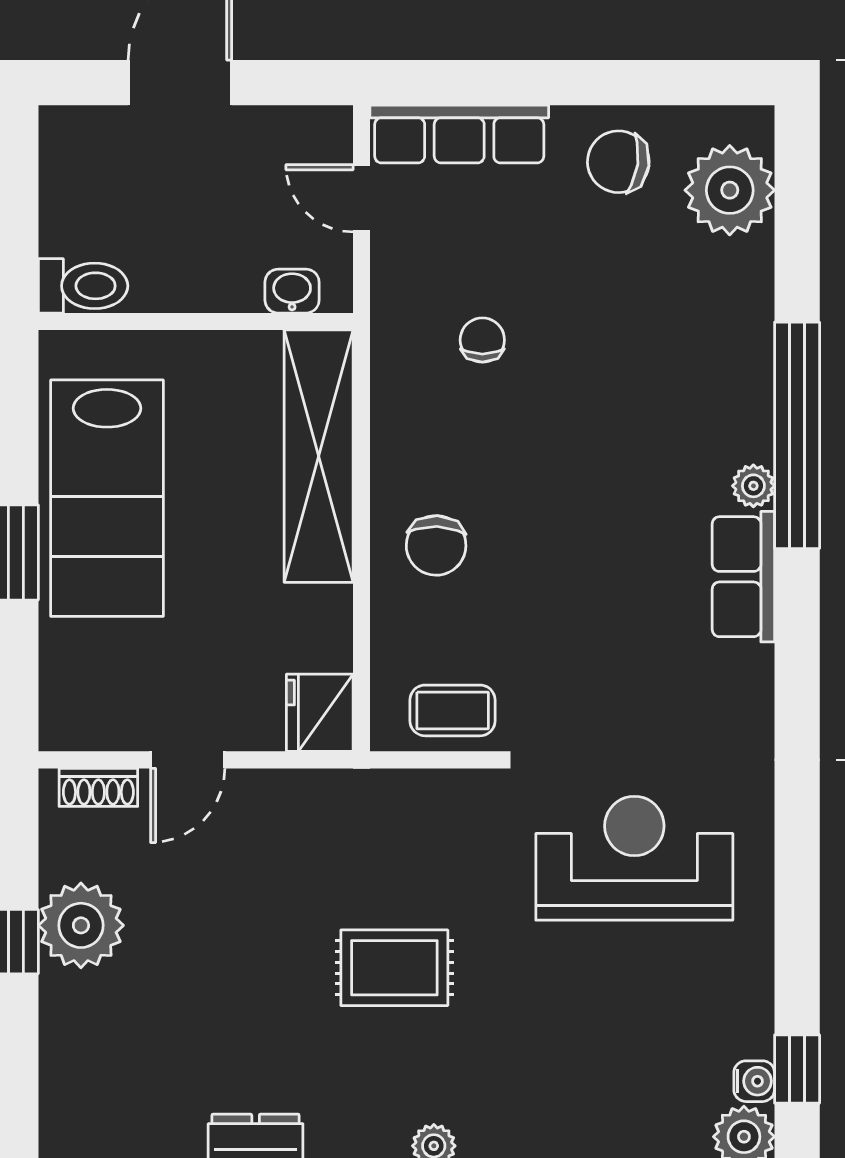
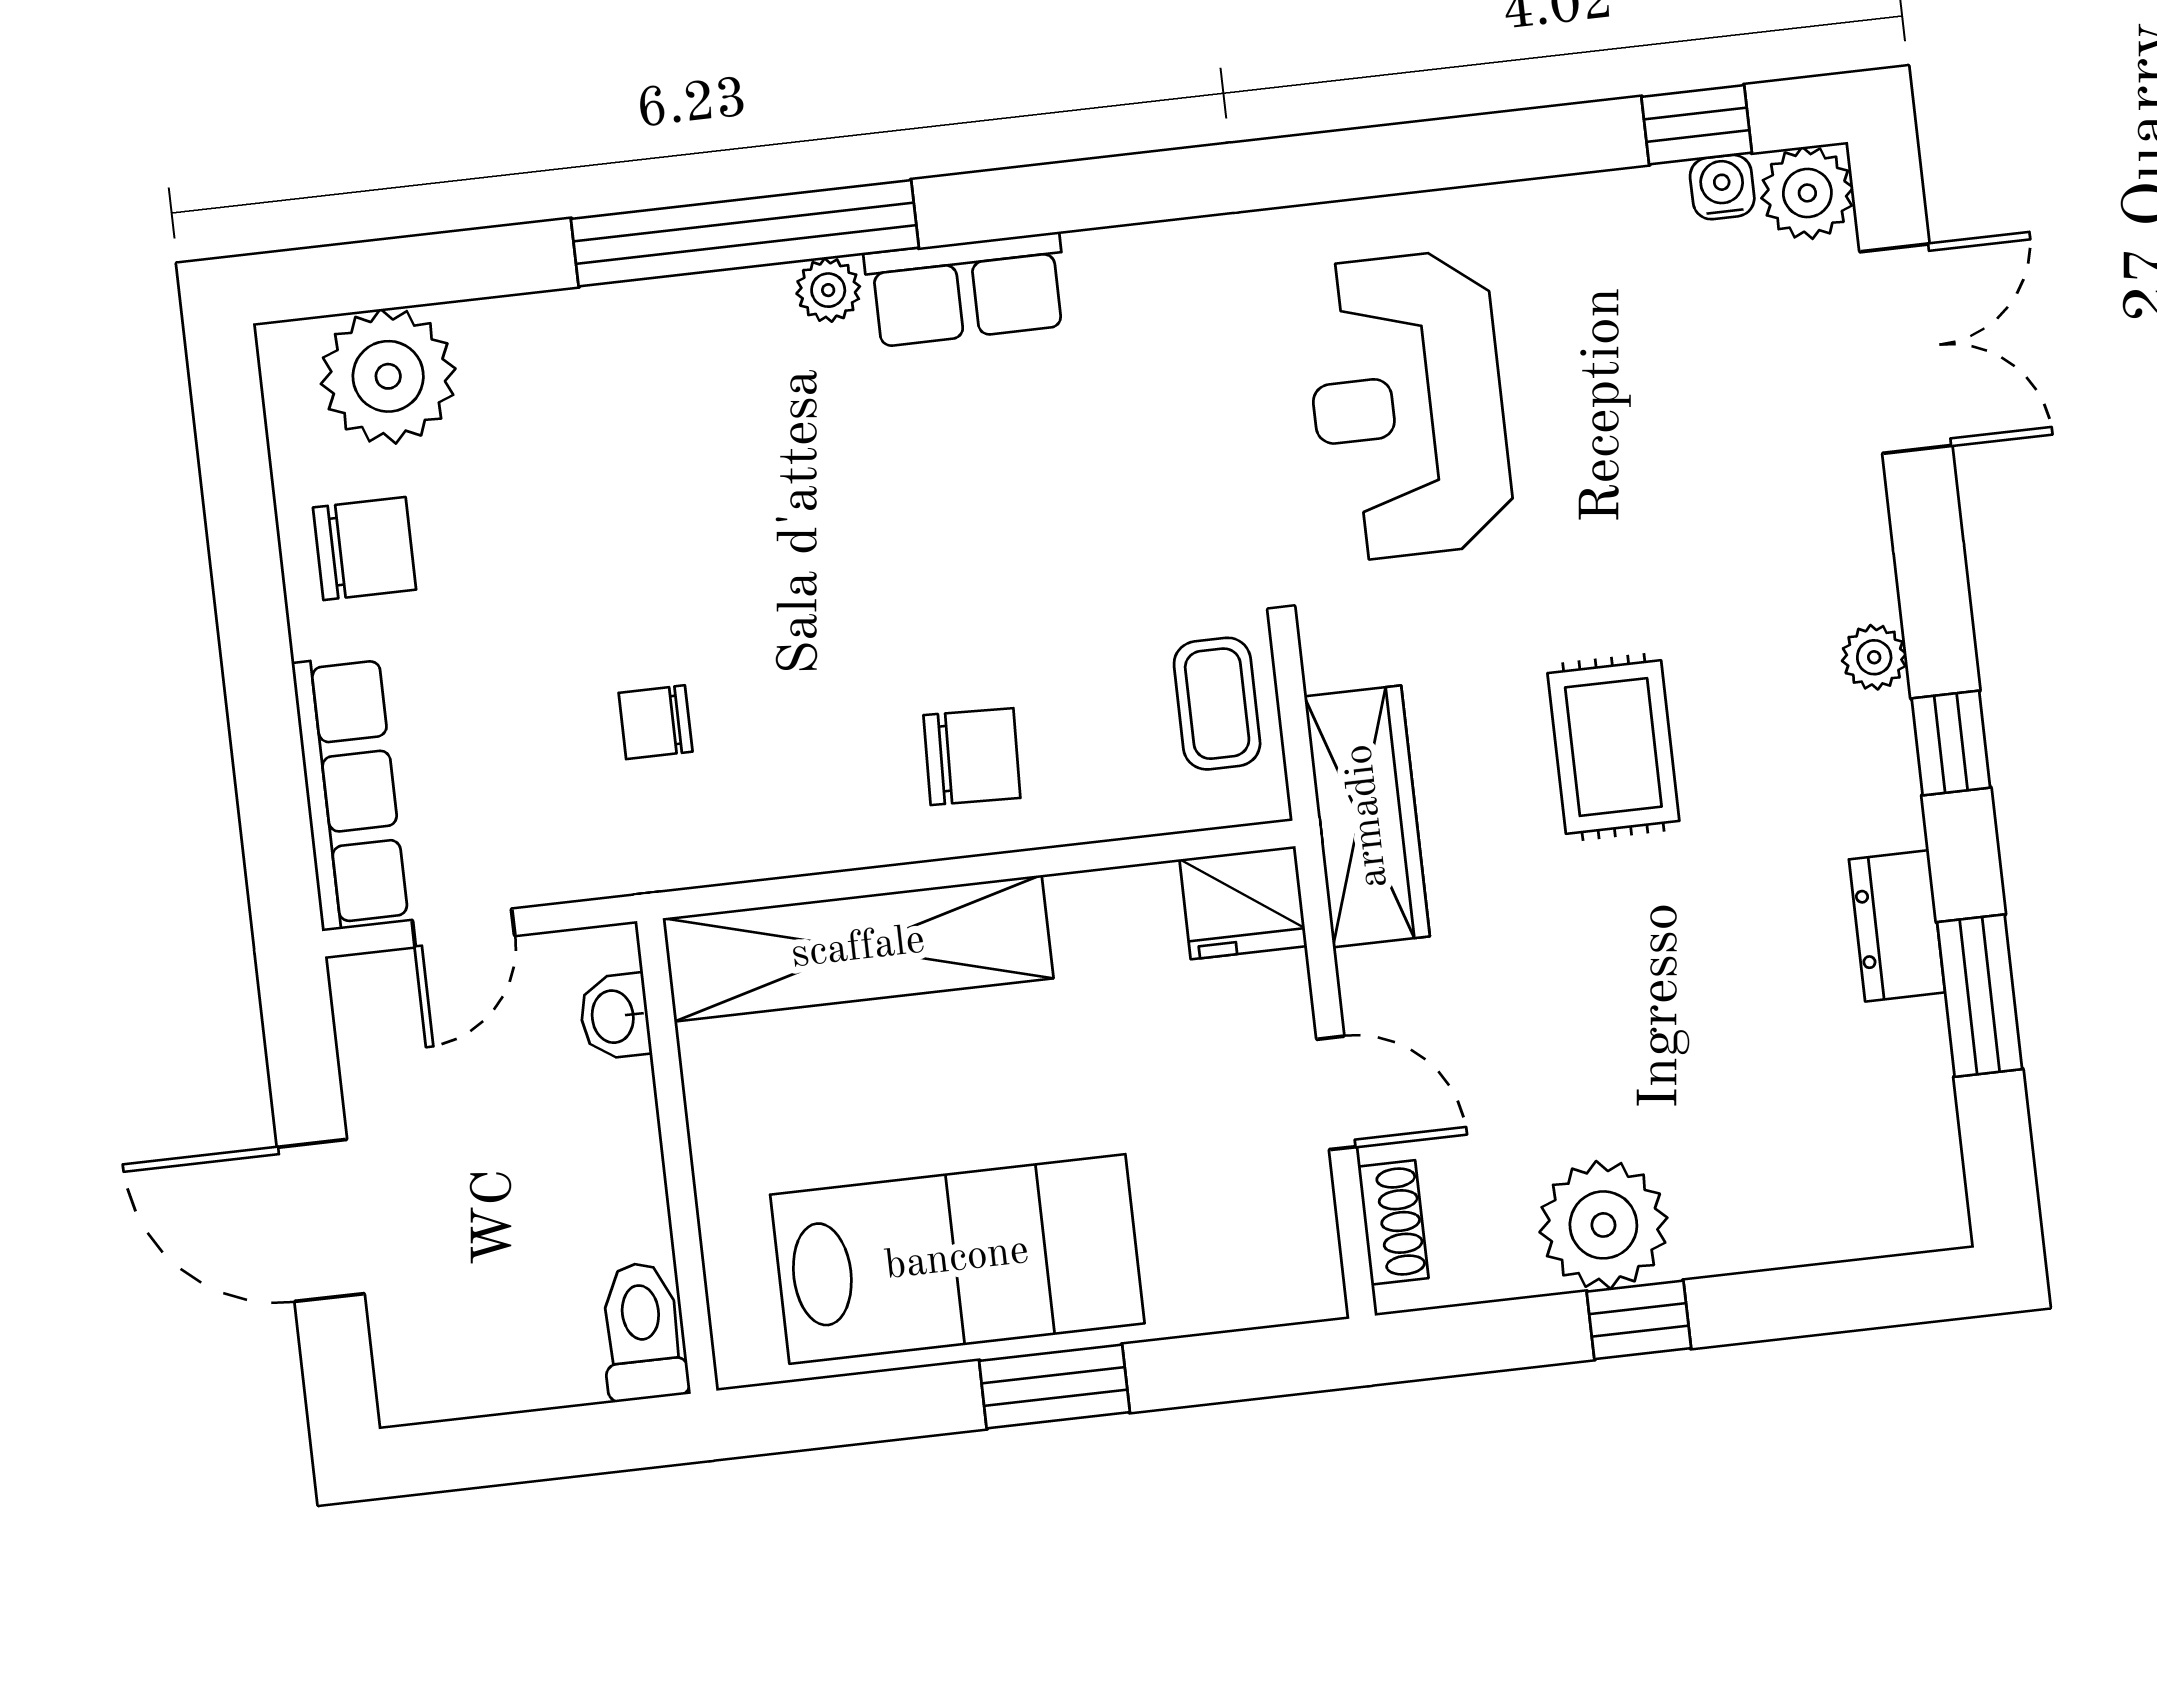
chair: (618, 162) -> (365, 549), turned -98
wardrobe: (367, 801) -> (1367, 816), added

